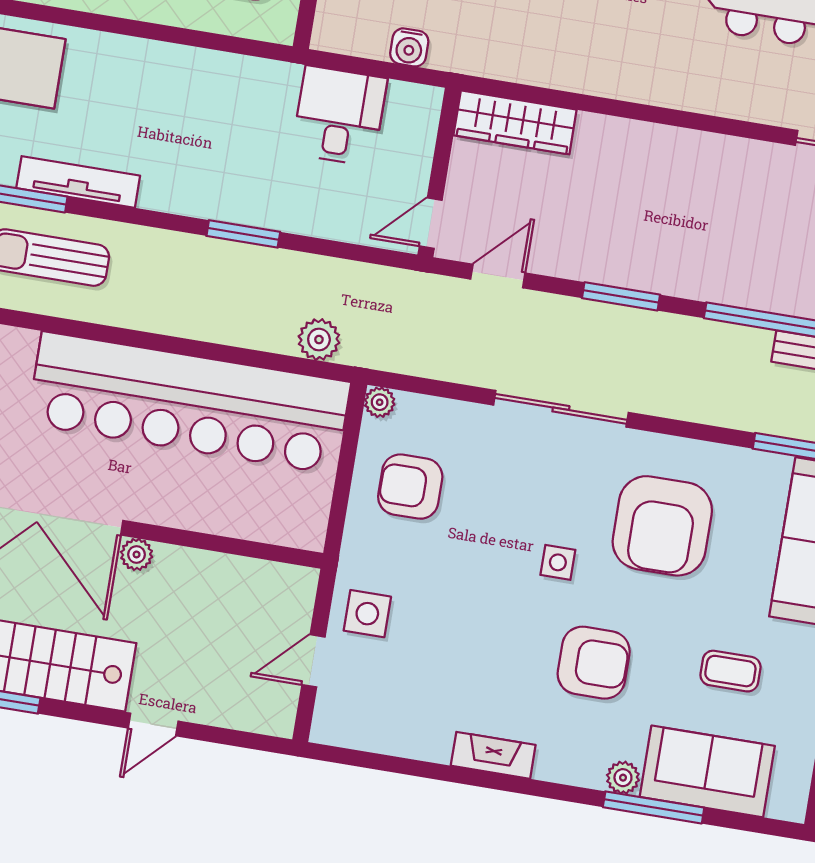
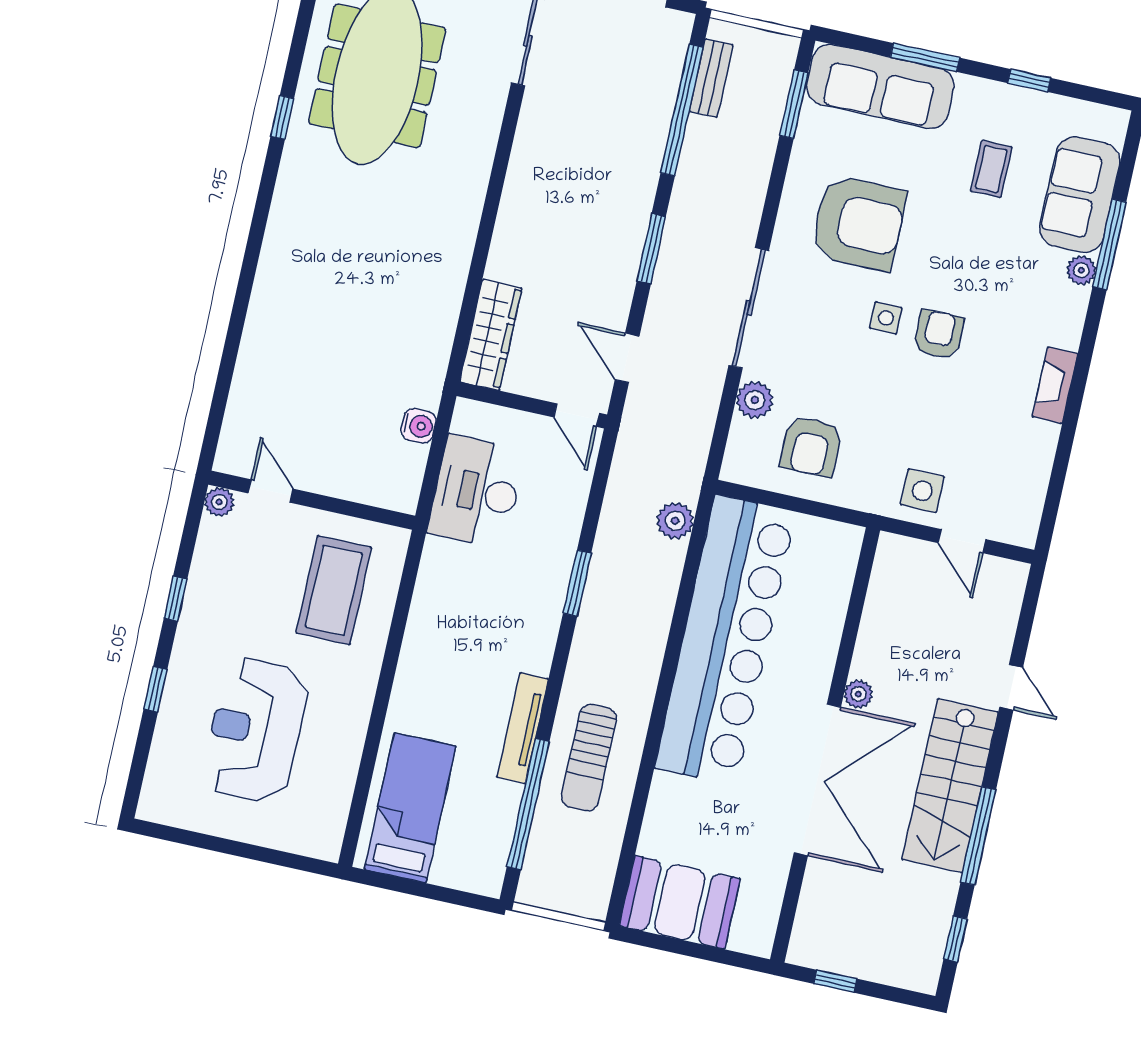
desk: (339, 116) -> (476, 492), width x1.37
plant: (380, 402) -> (755, 400), moved, width x1.38, depth x1.38
armchair: (594, 663) -> (939, 335), moved, width x0.72, depth x0.72

